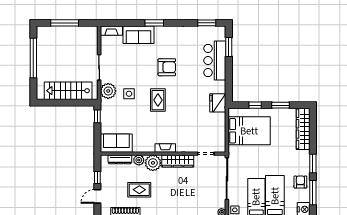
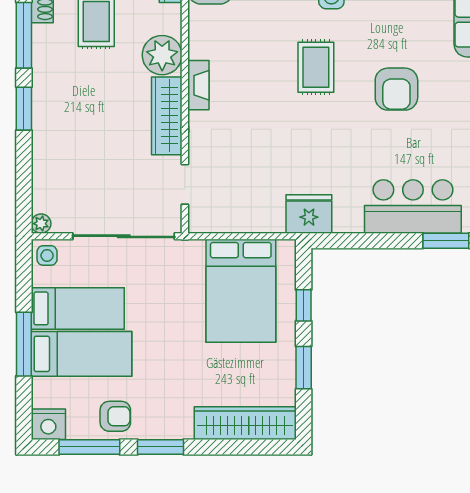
rug: (158, 100) -> (316, 67), turned 90
plant: (139, 160) -> (169, 20), removed

